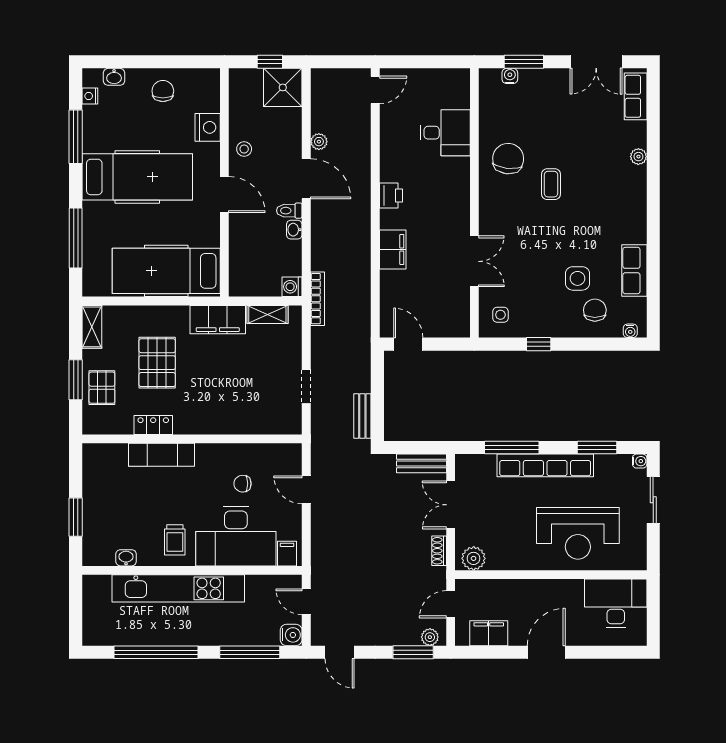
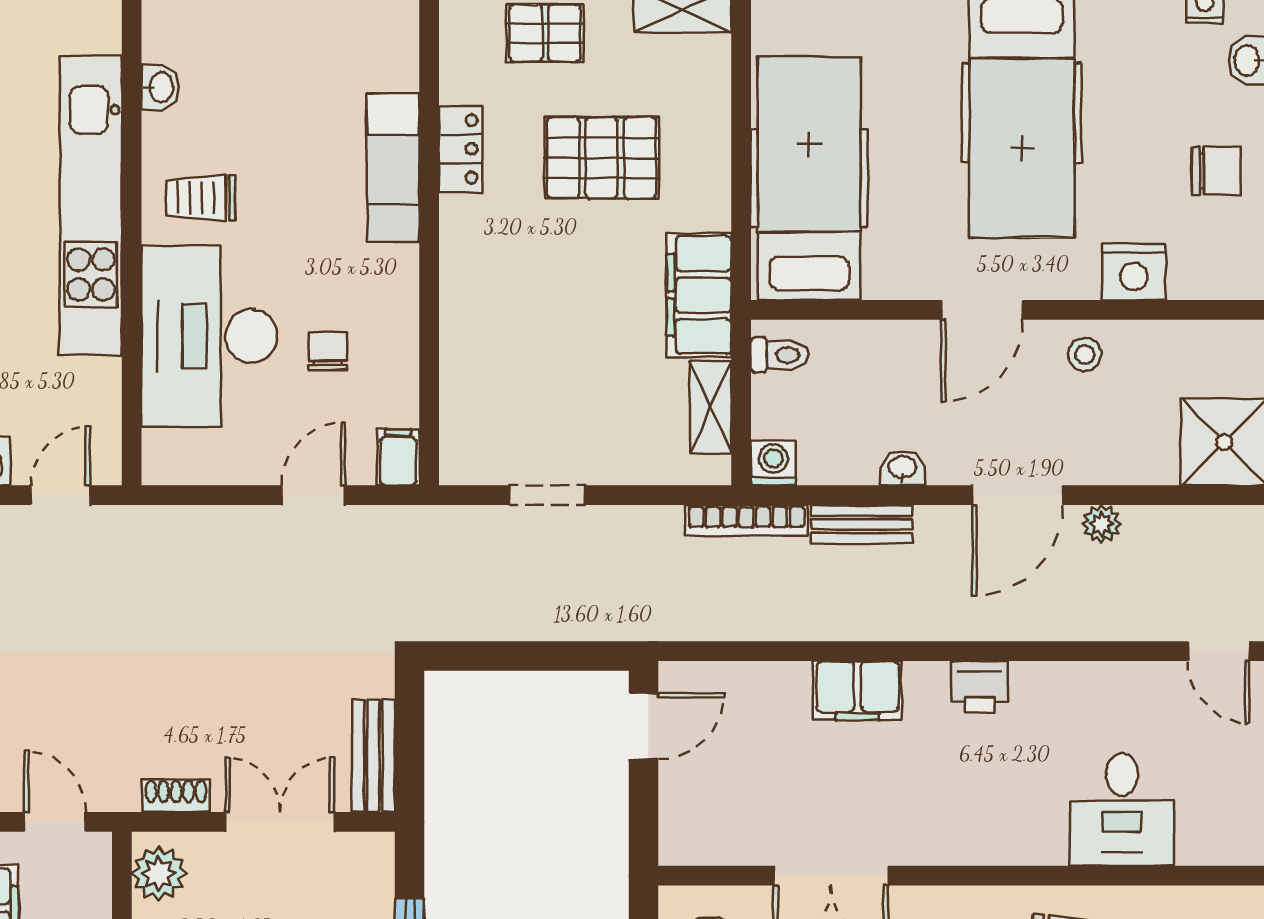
toilet: (289, 211) -> (780, 355), moved, turned 90
bench: (362, 416) -> (862, 524), moved
filing cabinet: (287, 554) -> (398, 457), moved, turned -90

